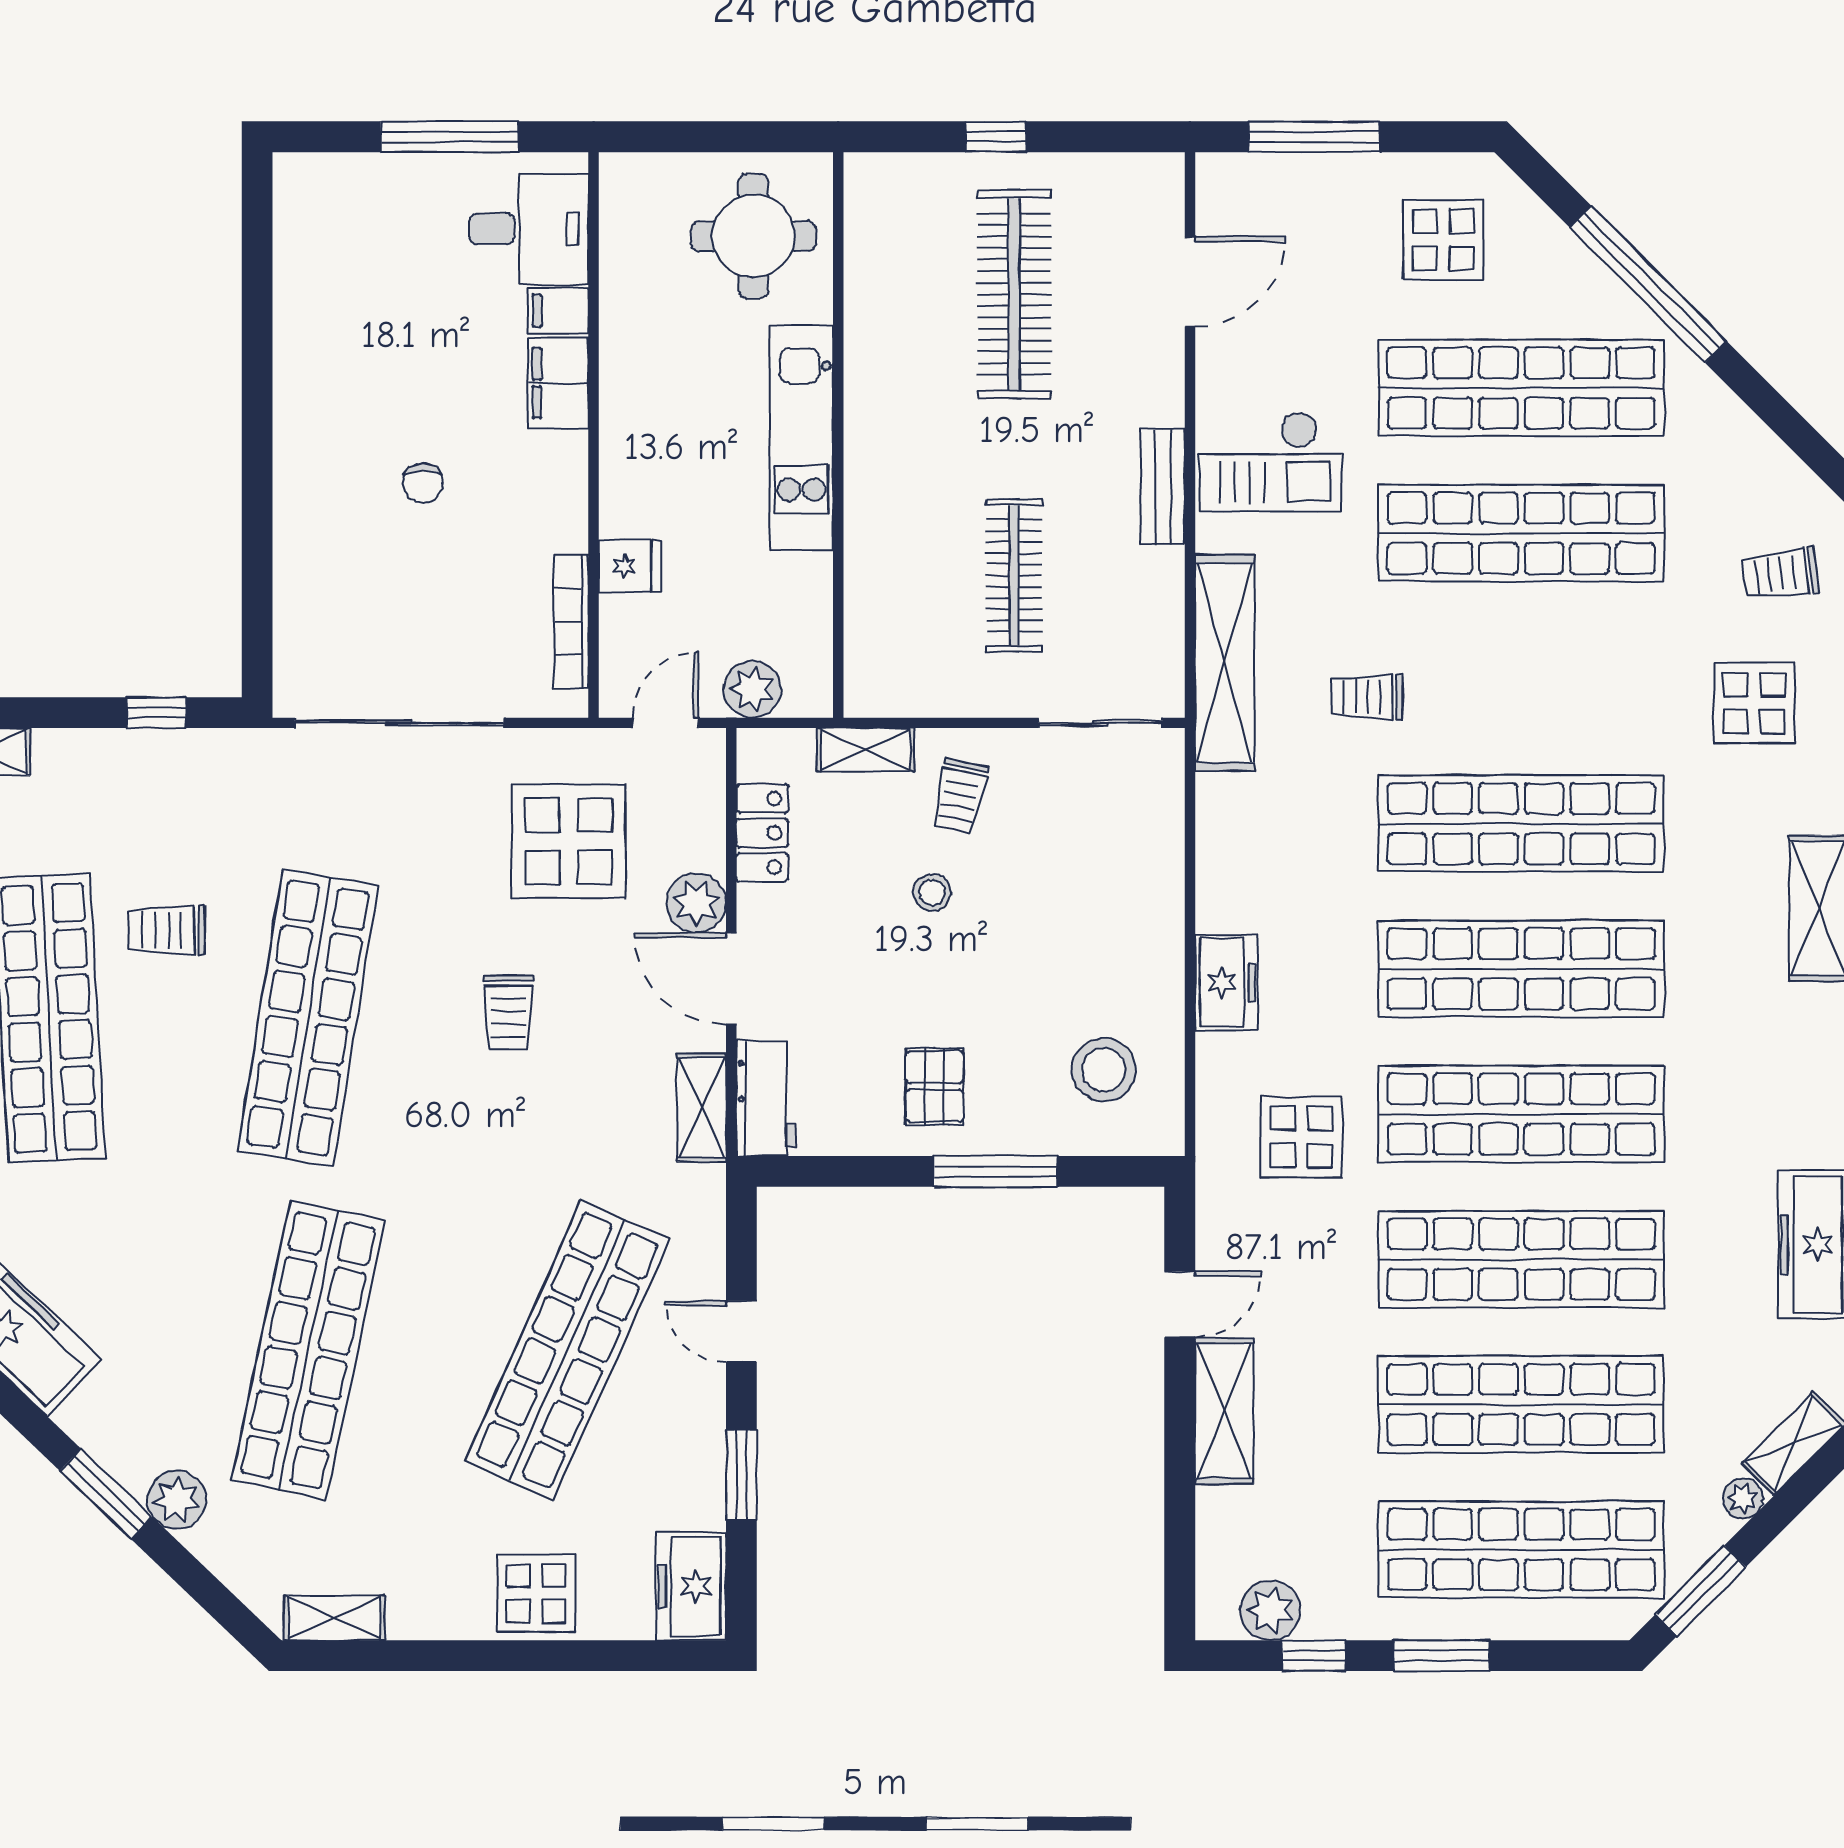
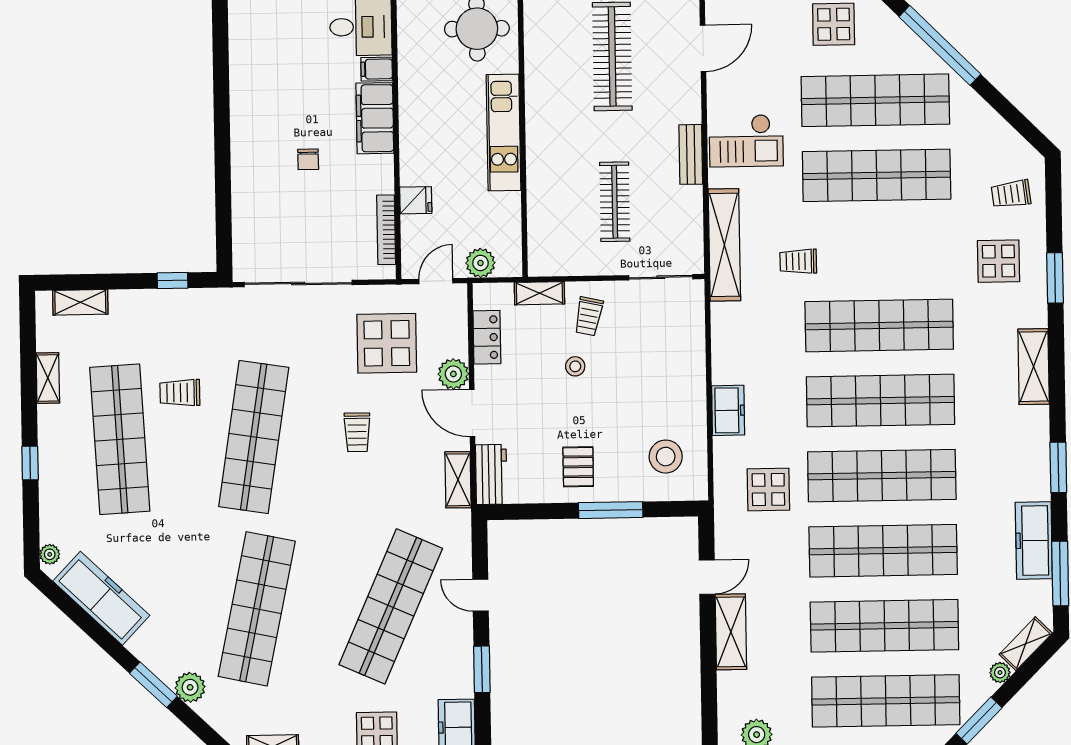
filing cabinet: (558, 383) -> (375, 118), width x1.50, depth x1.17

